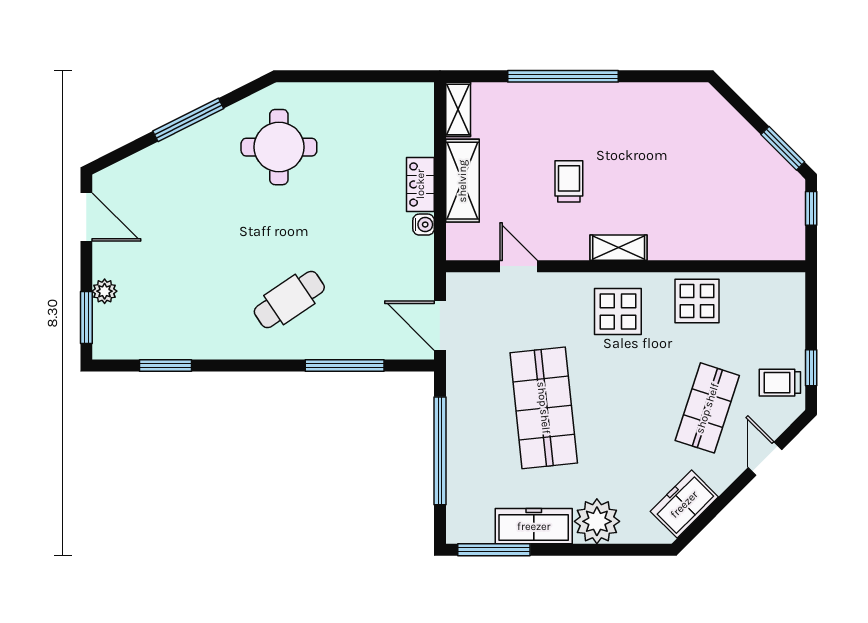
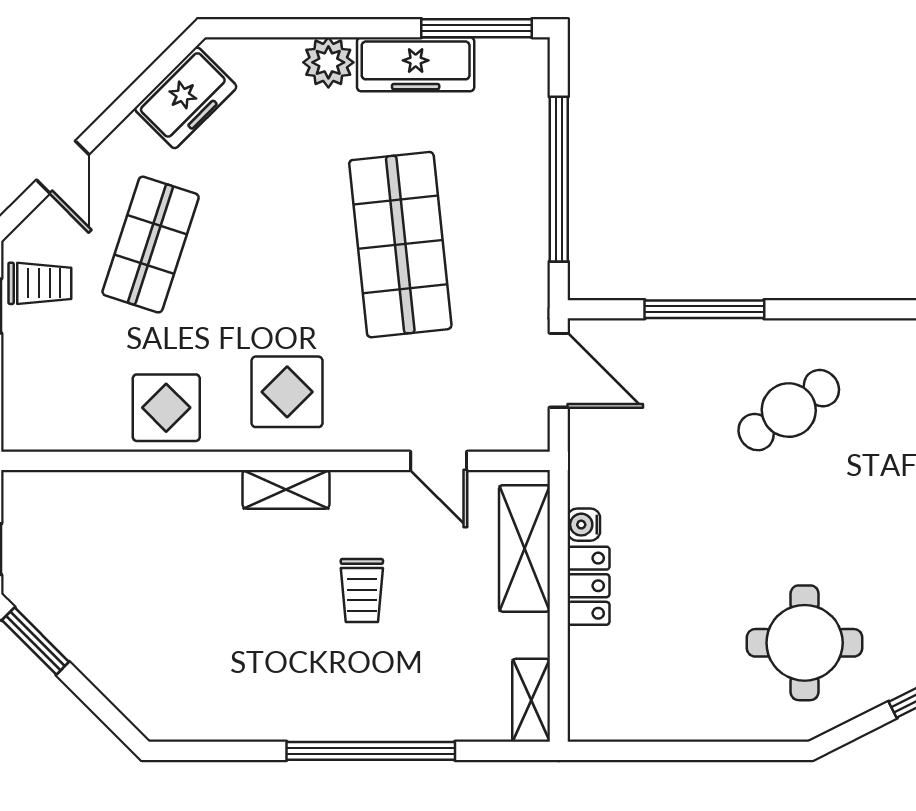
shelving: (462, 181) -> (524, 548), moved
plant: (597, 521) -> (328, 62), width x0.73, depth x0.73

